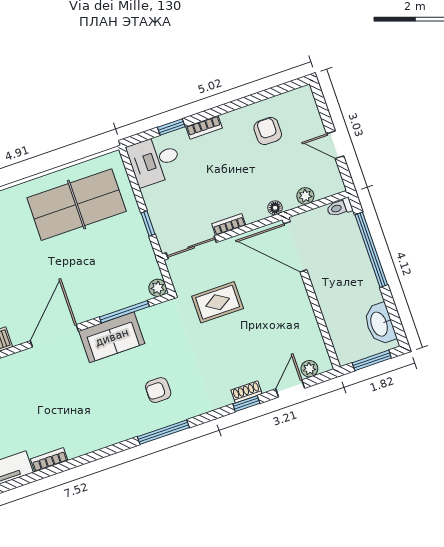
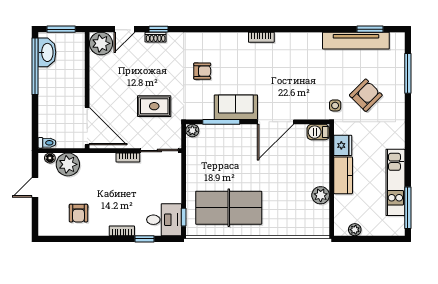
door: (335, 145) -> (35, 187), swing flipped
plant: (305, 196) -> (68, 164), width x1.87, depth x1.87
floor lamp: (275, 208) -> (50, 158), moved
window: (148, 223) -> (184, 217), moved
window: (371, 250) -> (35, 66), moved
plant: (309, 369) -> (101, 43), width x1.87, depth x1.87
armchair: (158, 390) -> (202, 71), moved
window: (163, 432) -> (223, 29), removed
bookcase: (49, 460) -> (261, 37), moved

